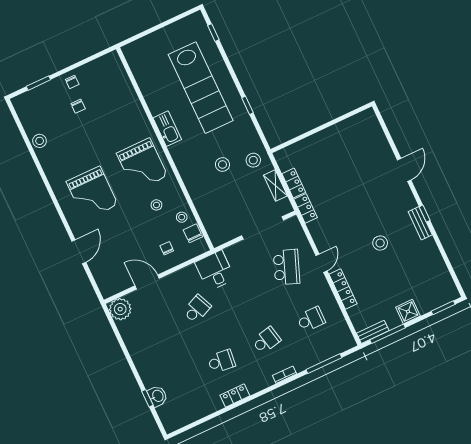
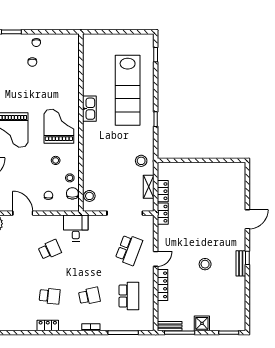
grand piano: (142, 165) -> (59, 126), turned 180
stool: (222, 165) -> (89, 196), moved
school desk: (311, 319) -> (129, 296), width x1.85

